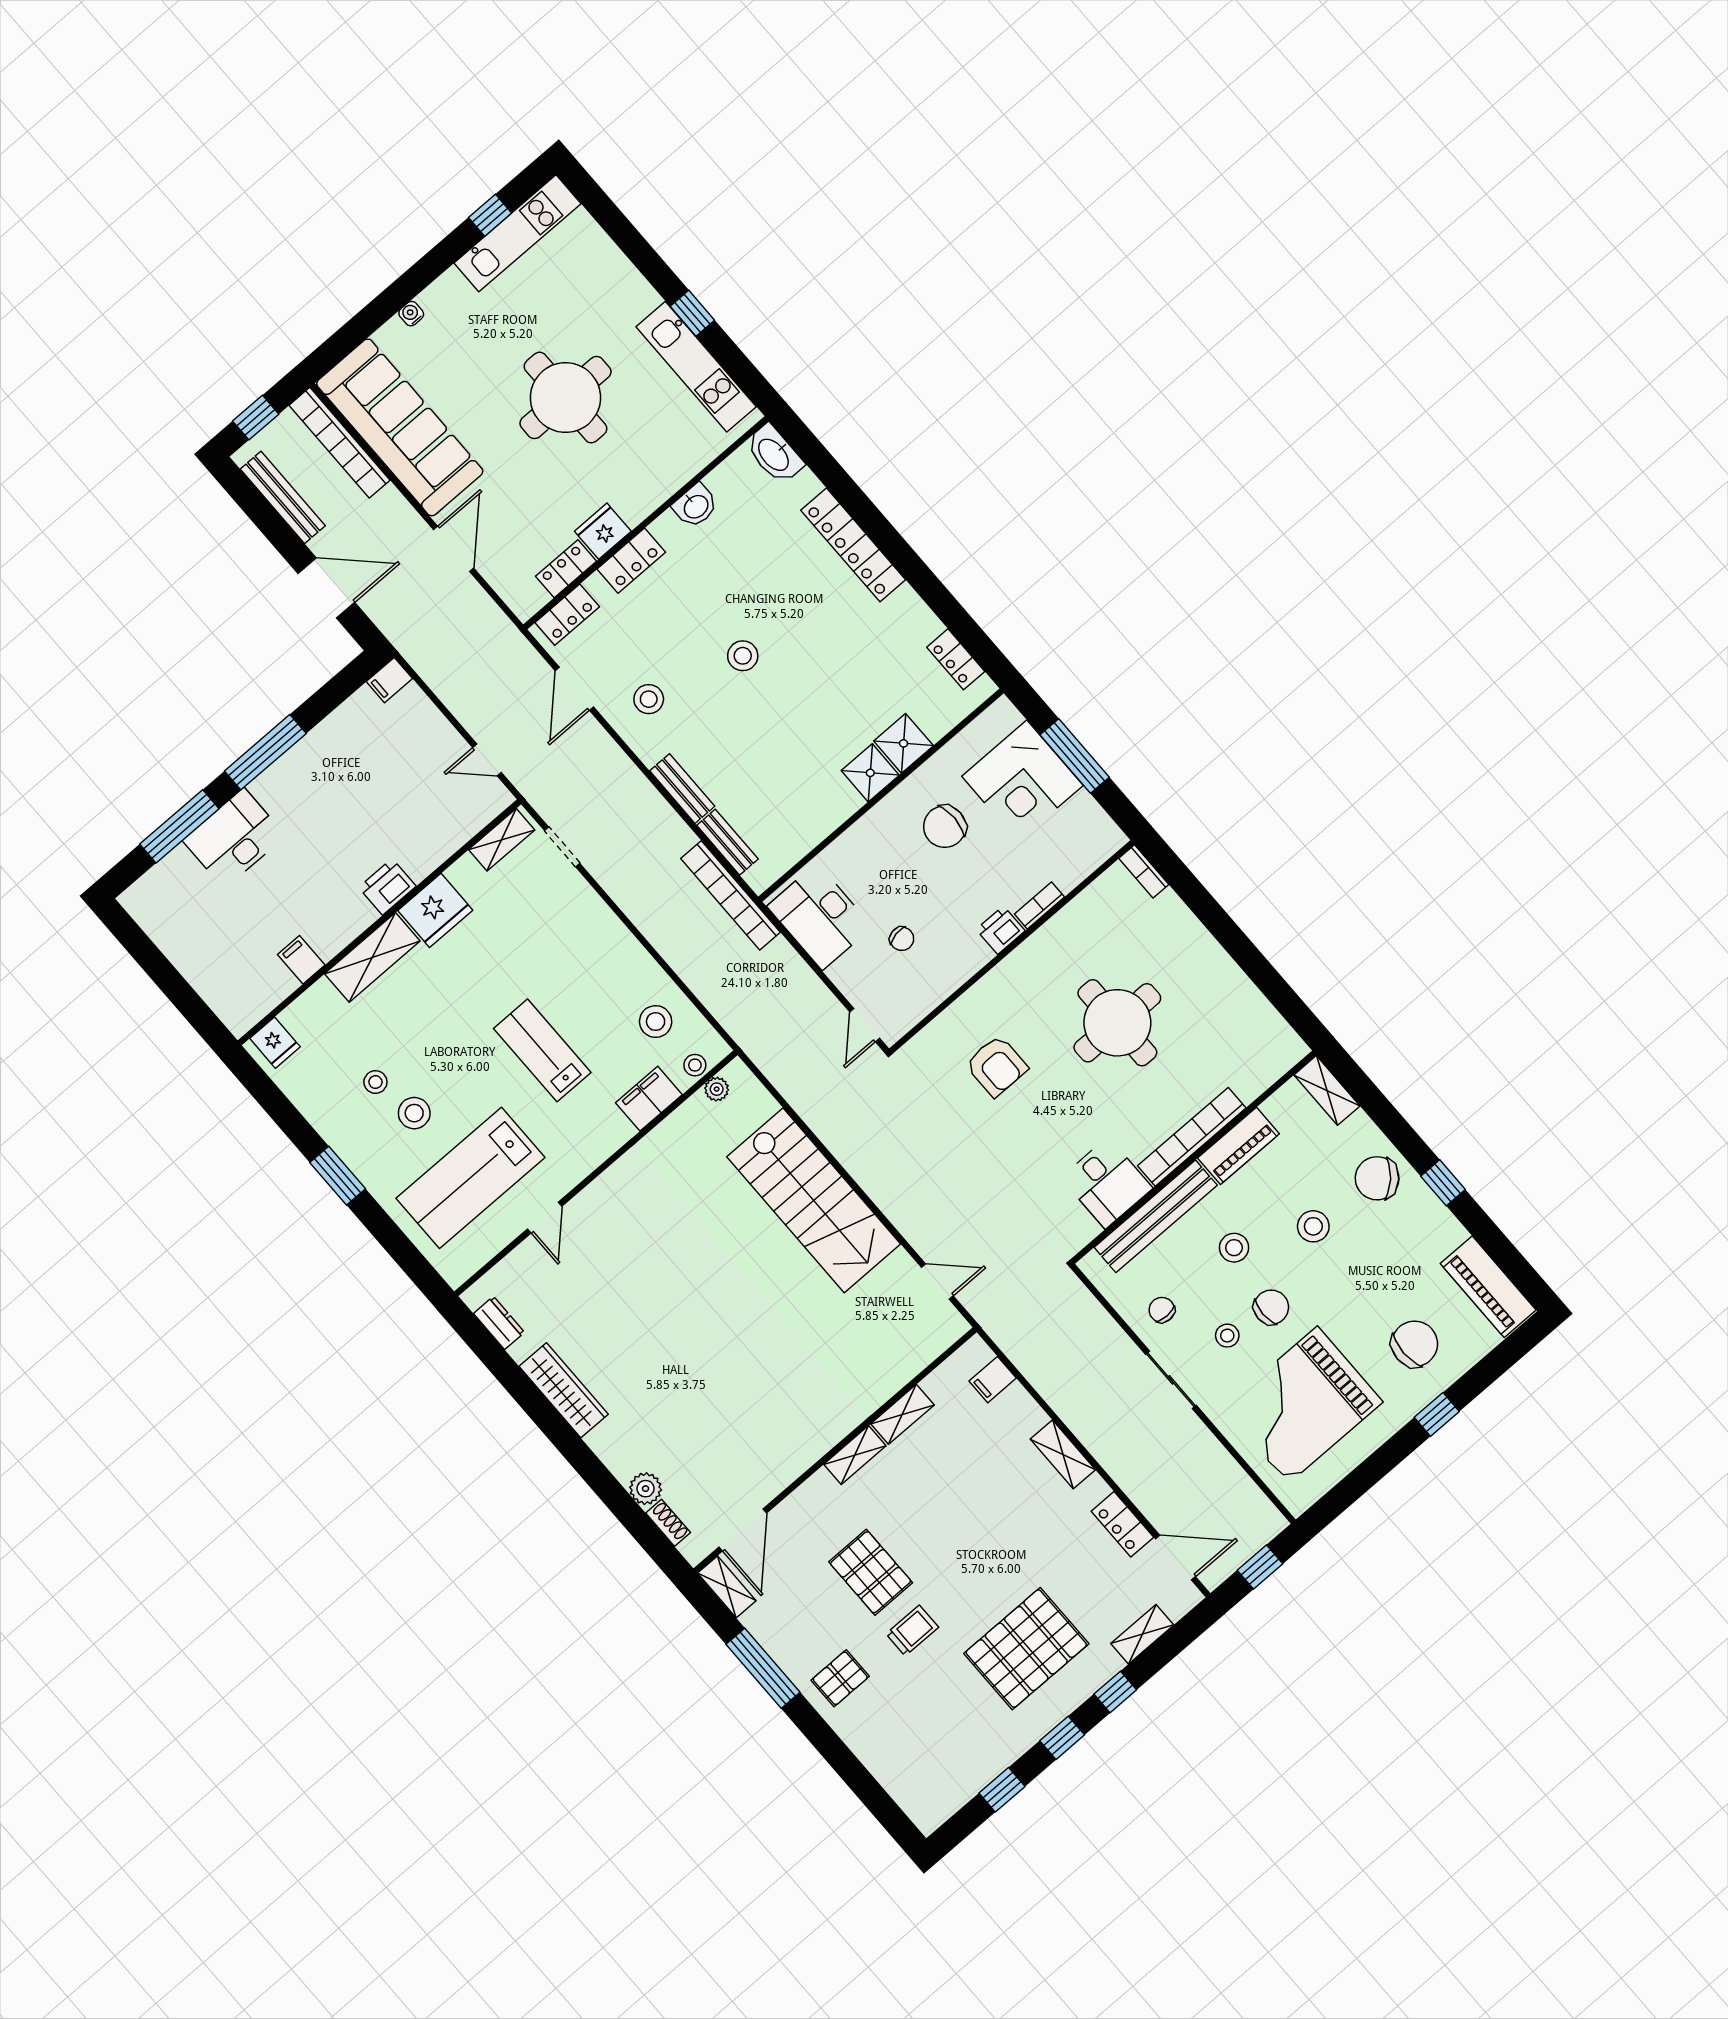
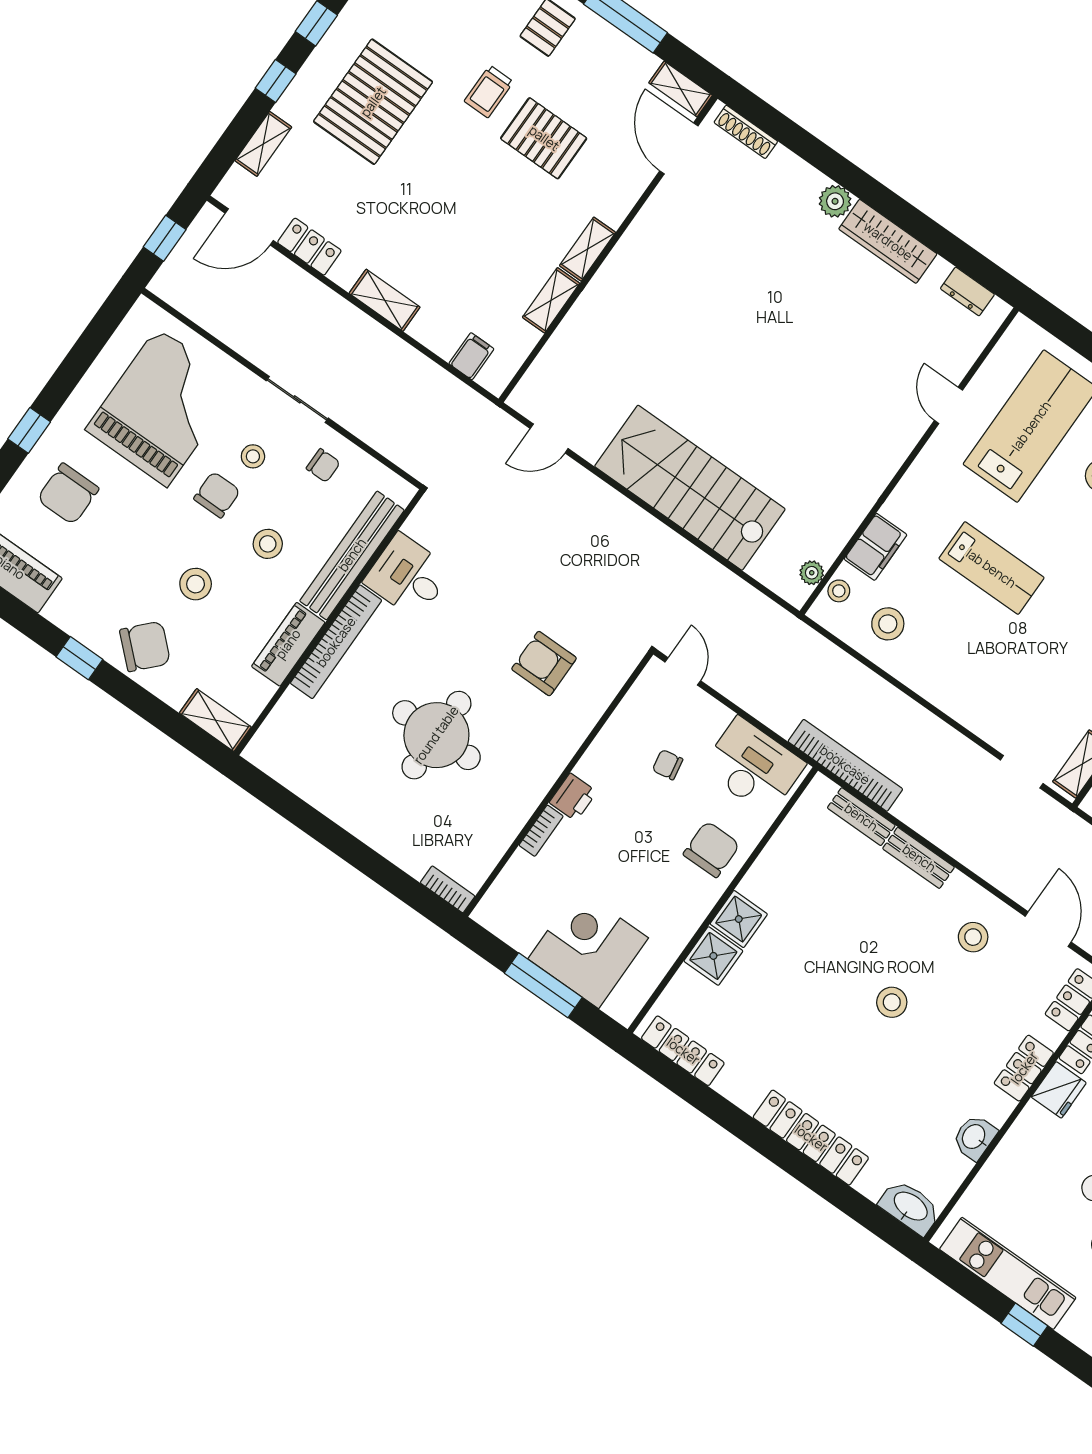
locker: (956, 659) -> (683, 1051), width x1.53
chair: (945, 827) -> (712, 849), moved
chair: (1271, 1307) -> (217, 495), turned 180
plant: (646, 1489) -> (835, 201), moved
shoe rack: (668, 1523) -> (746, 132), width x1.43

